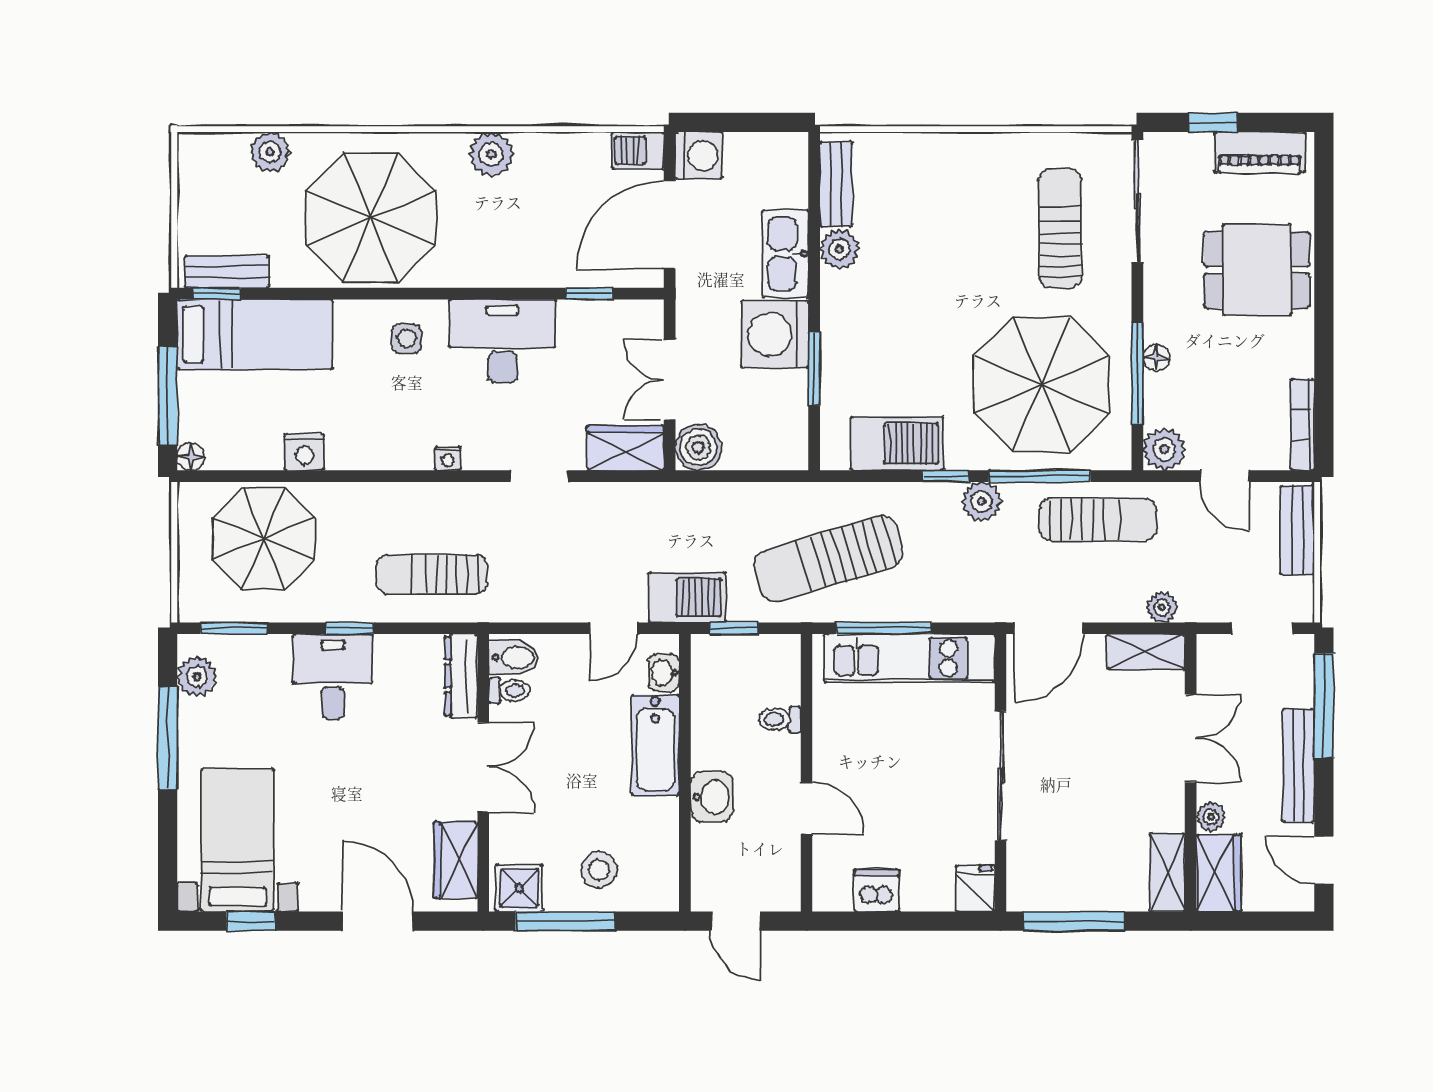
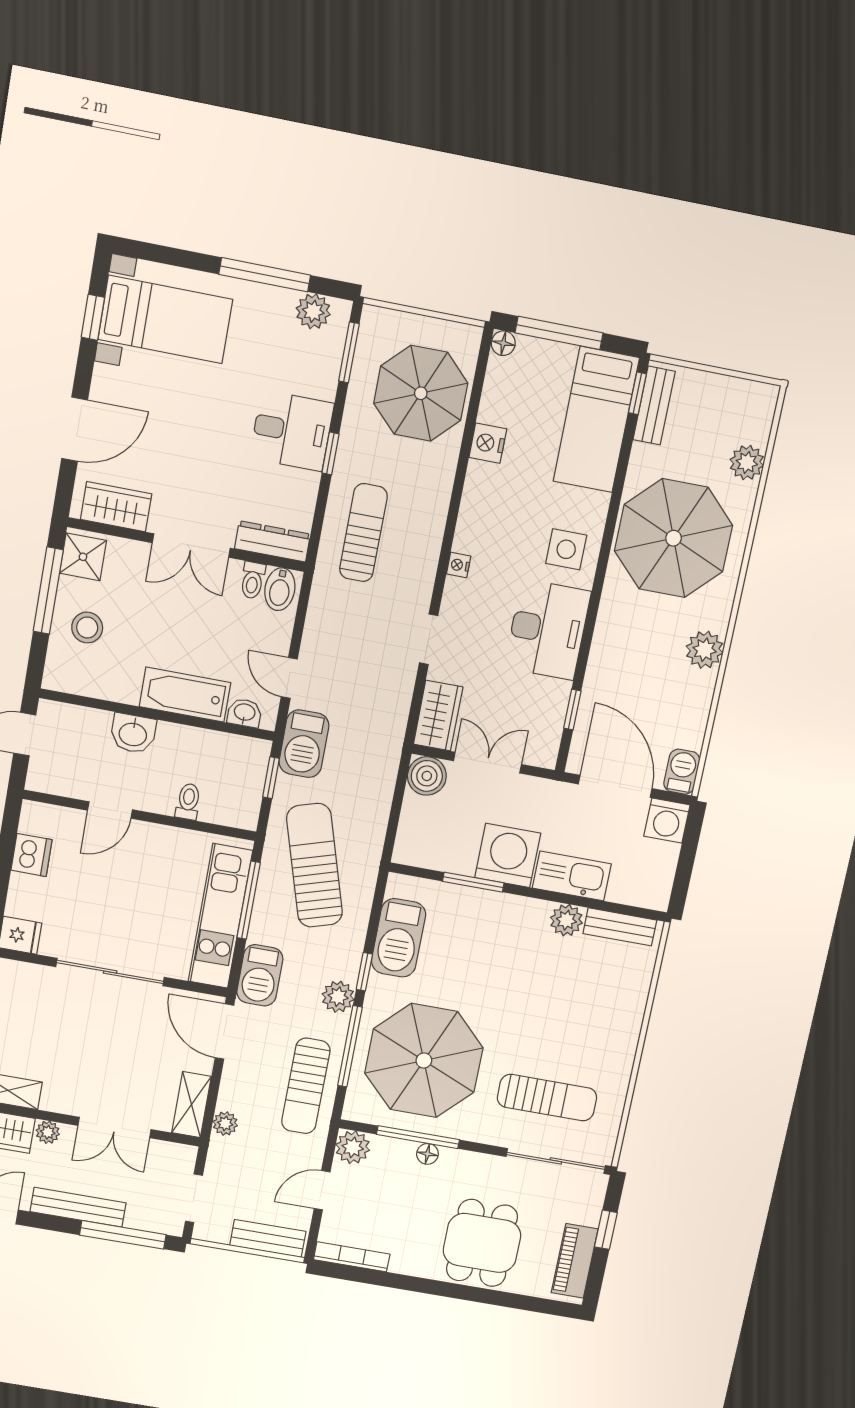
side table: (407, 339) -> (566, 549), width x1.37, depth x1.37
barbecue: (972, 599) -> (260, 975), added

